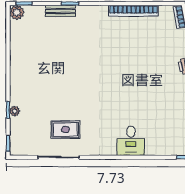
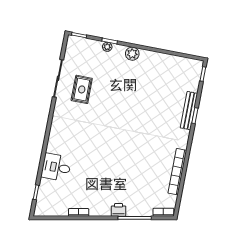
bench: (61, 11) -> (189, 111), width x1.36
plant: (17, 12) -> (132, 54), moved
desk: (131, 141) -> (56, 167), moved

